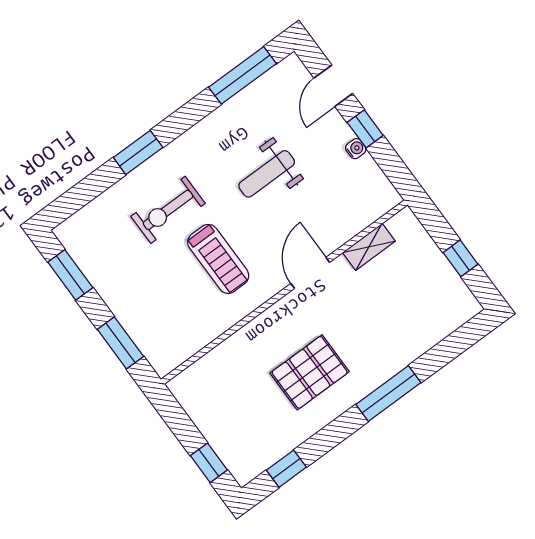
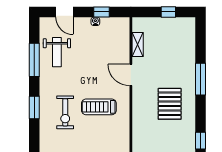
window: (243, 75) -> (34, 60), moved
window: (365, 129) -> (102, 12), moved
weight bench: (267, 174) -> (57, 52), moved
treadmill: (218, 259) -> (99, 107), turned 180

